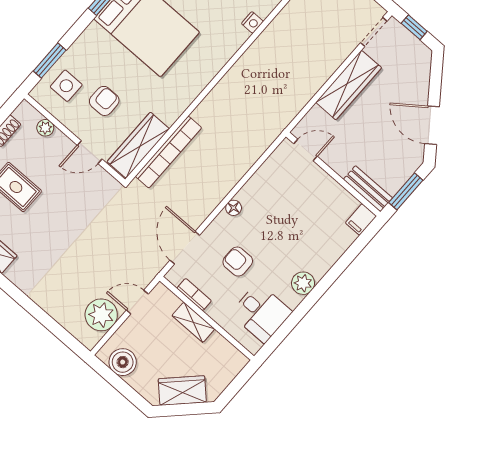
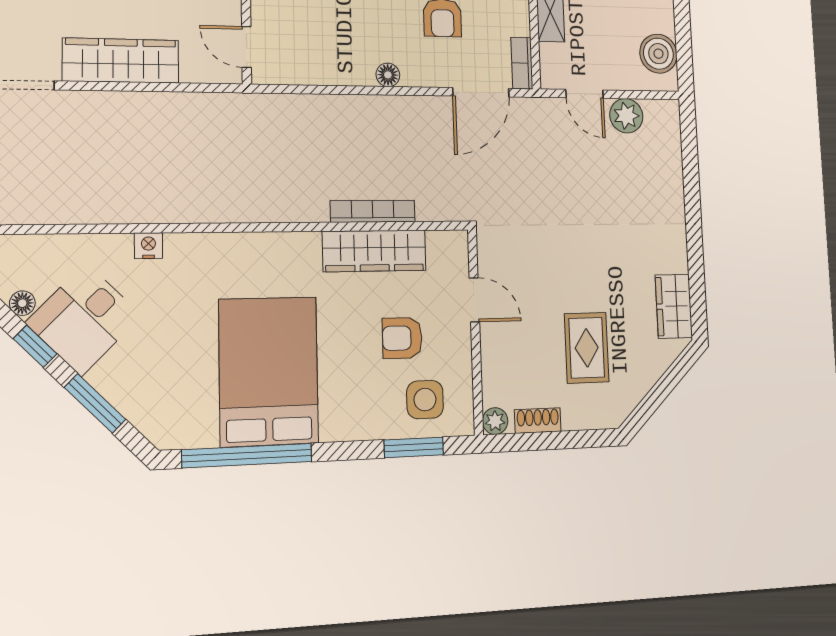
plant: (45, 128) -> (495, 421), moved
wardrobe: (138, 145) -> (374, 251), moved
bookcase: (168, 152) -> (373, 211), width x0.68, depth x0.76
bookcase: (194, 295) -> (522, 63), moved
plant: (101, 315) -> (626, 116), width x0.73, depth x0.73

